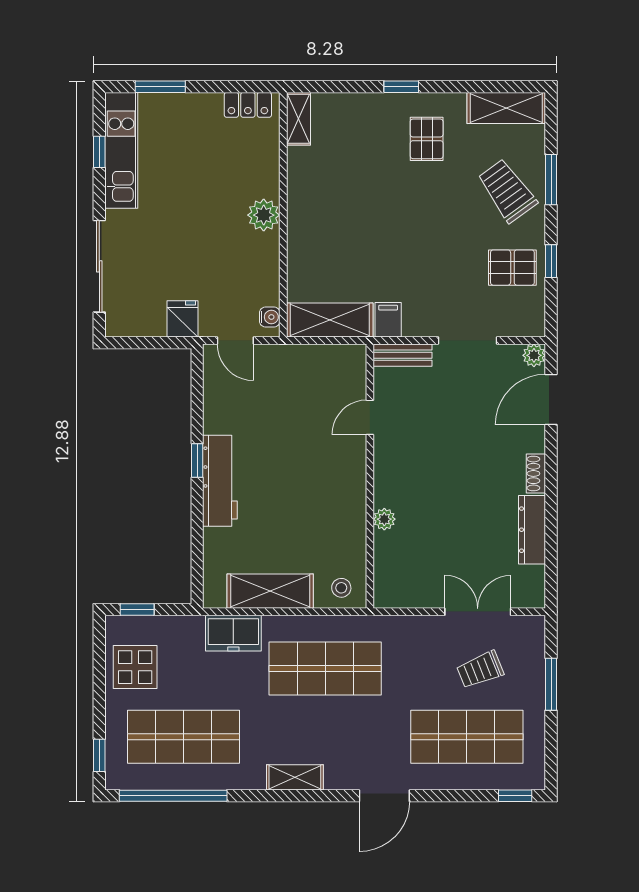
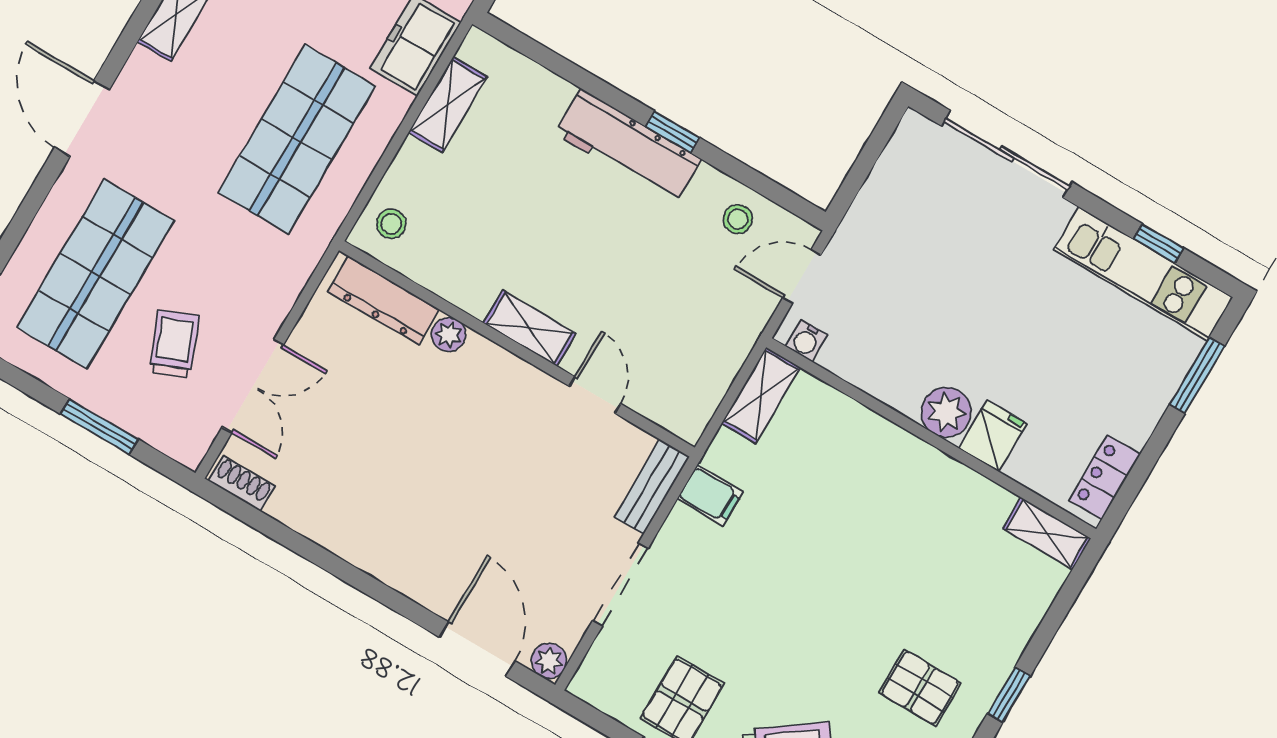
fridge: (182, 319) -> (993, 436), moved, turned -90
shelving: (330, 320) -> (761, 395), width x0.67, depth x0.75
stool: (224, 395) -> (738, 219), added
shoe rack: (536, 473) -> (242, 483), moved
shelving: (354, 476) -> (530, 328), added
dresser: (532, 530) -> (384, 300), moved, turned 180
shelving: (270, 591) -> (448, 105), width x0.67, depth x0.75

